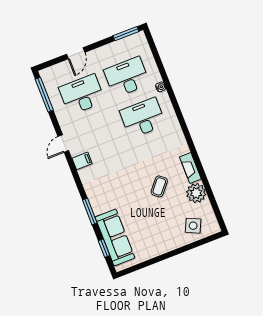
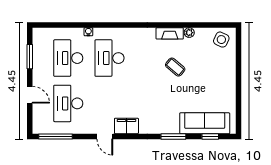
window: (126, 34) -> (30, 57), moved
filing cabinet: (82, 161) -> (126, 126), width x2.00
plant: (196, 193) -> (189, 33), width x0.53, depth x0.53
side table: (193, 226) -> (221, 40), moved

